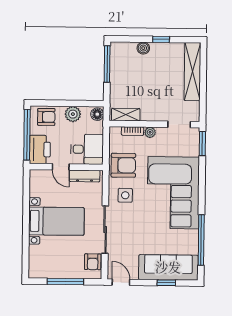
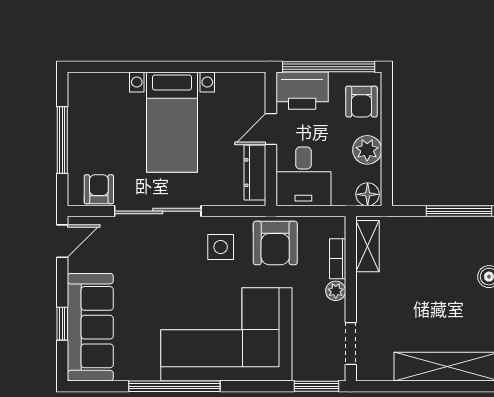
window: (201, 240) -> (174, 386), moved
armchair: (93, 262) -> (99, 189), turned 90

